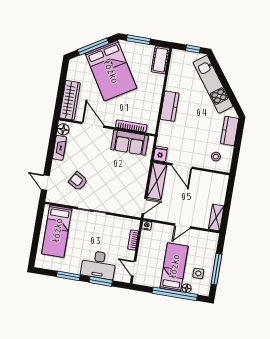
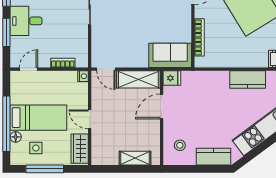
kitchen counter: (170, 106) -> (248, 80), moved
sofa: (130, 143) -> (170, 55), moved, turned 90
shelving: (216, 217) -> (135, 158), moved
wardrobe: (205, 238) -> (80, 149), added
desk: (99, 265) -> (26, 21), width x0.73

